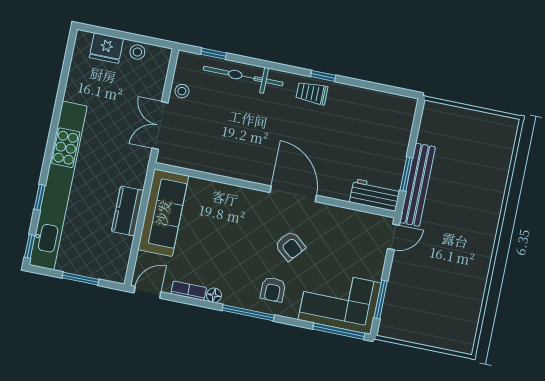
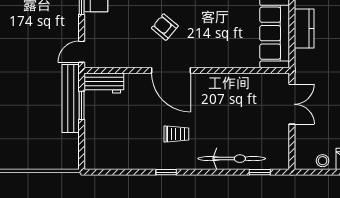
stool: (182, 91) -> (279, 136), removed
trolley: (312, 93) -> (176, 134), moved

